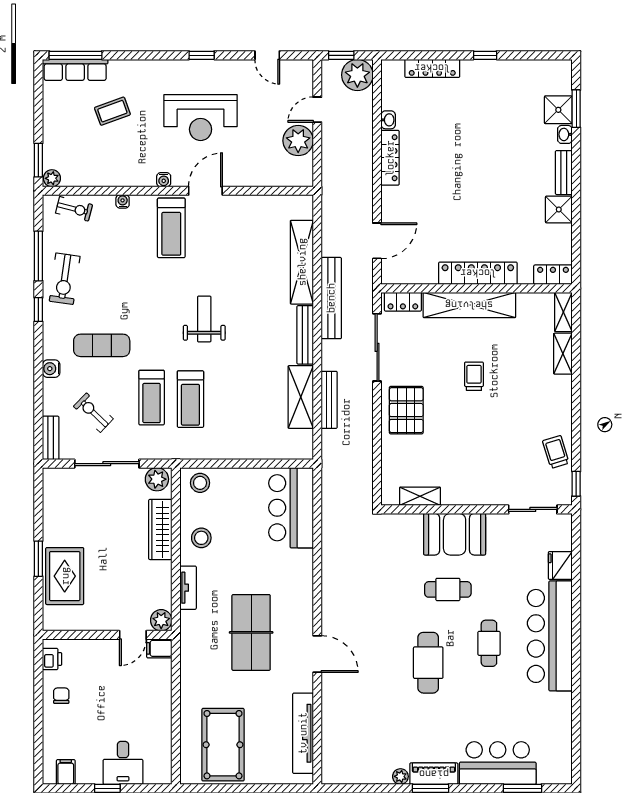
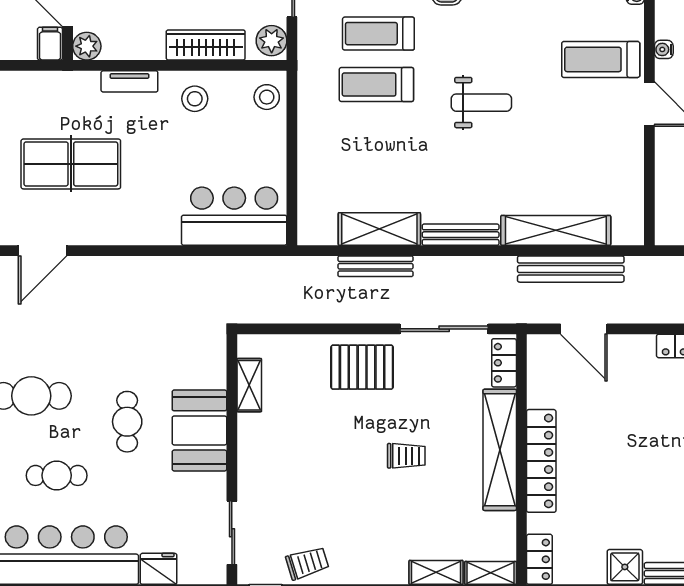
bench: (331, 298) -> (571, 269), moved

